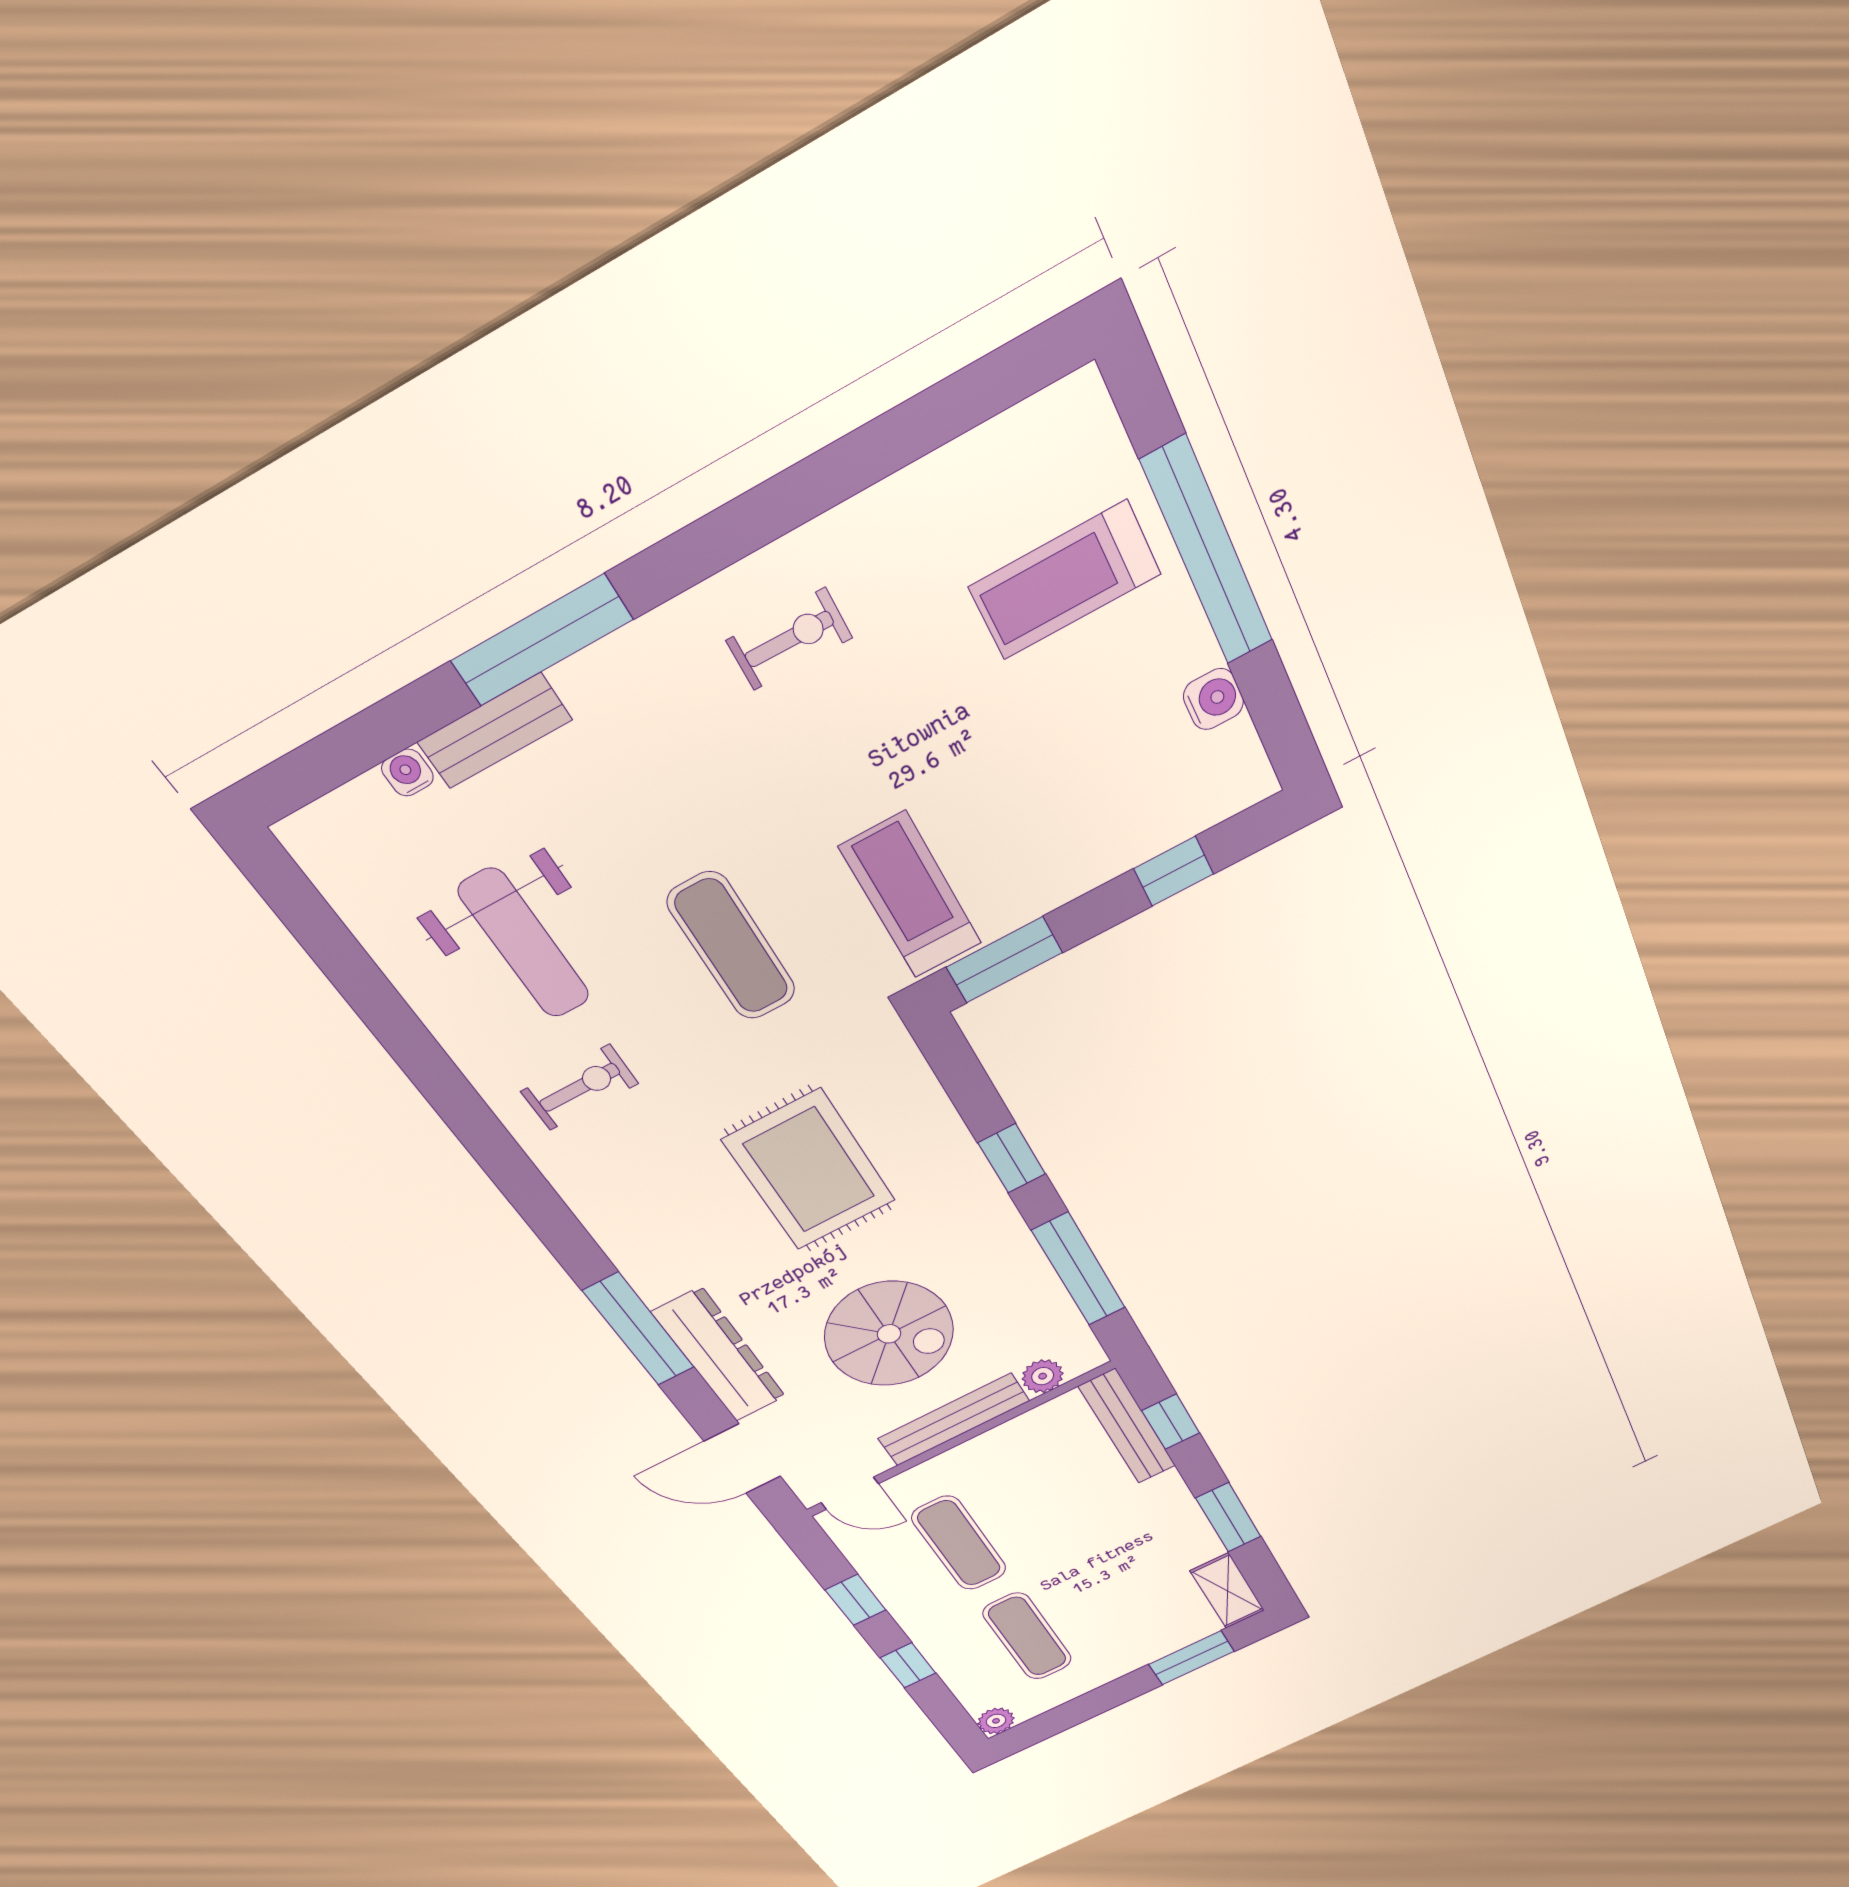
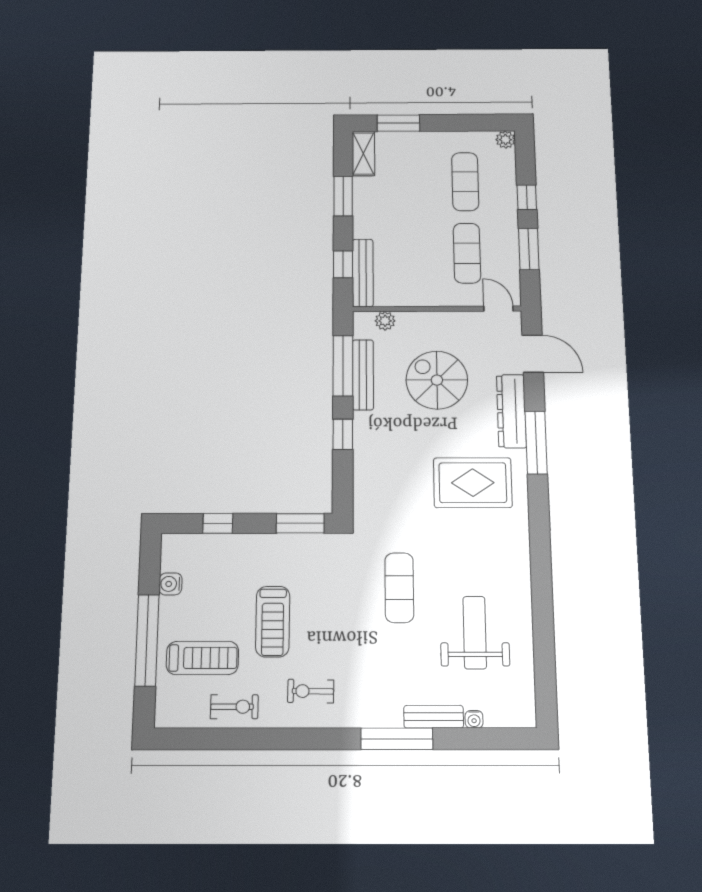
treadmill: (911, 895) -> (273, 622), moved
exercise bike: (580, 1087) -> (234, 707), moved, turned 180
rug: (809, 1170) -> (473, 483), moved, turned 90
bench: (954, 1420) -> (363, 375), moved, turned 90
window: (856, 1600) -> (529, 249), width x1.50

